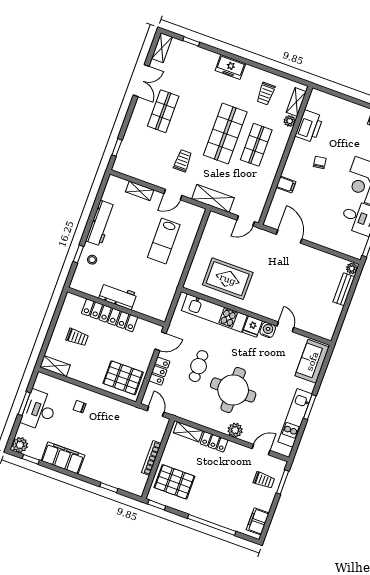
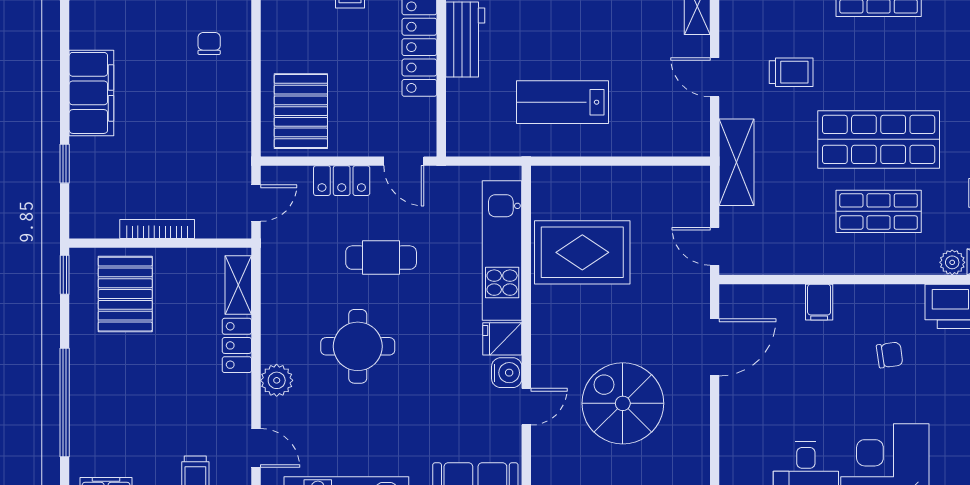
lab bench: (164, 241) -> (563, 102), moved
rug: (228, 279) -> (582, 252), turned 90
spiral stairs: (299, 285) -> (623, 403), added
round table: (233, 390) -> (358, 346), width x0.73, depth x0.73
filing cabinet: (63, 458) -> (91, 93), moved

